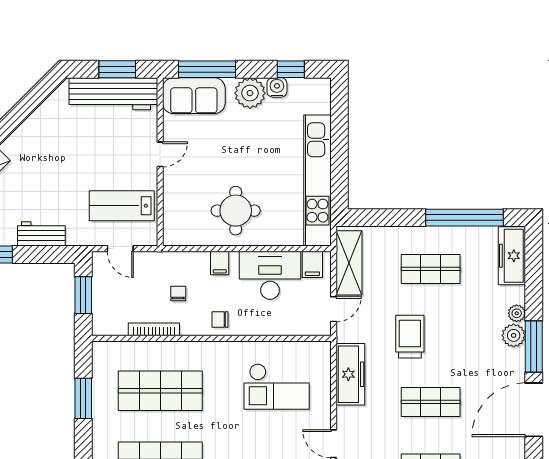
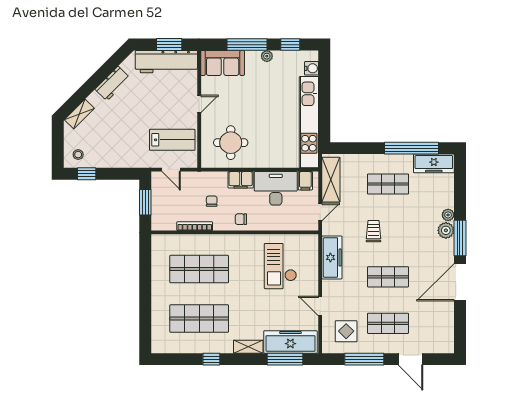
window: (207, 69) -> (247, 45), moved
water cooler: (277, 87) -> (312, 68), moved, turned 90
plant: (250, 93) -> (267, 56), width x0.53, depth x0.53
lab bench: (122, 206) -> (172, 140), turned 180
round table: (236, 211) -> (231, 143), moved
workbench: (41, 234) -> (112, 84), moved, turned 135
freezer: (512, 256) -> (434, 163), moved, turned -90
filing cabinet: (220, 263) -> (241, 180), width x2.00
trolley: (410, 337) -> (373, 231), width x0.73, depth x0.72
checkout: (277, 387) -> (280, 266), turned 90
window: (83, 398) -> (145, 274), removed

